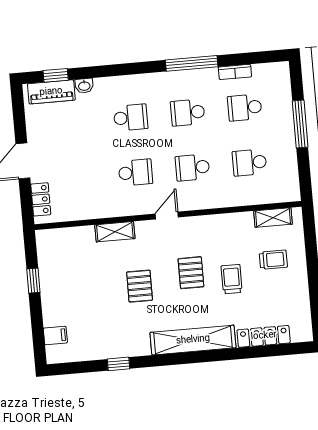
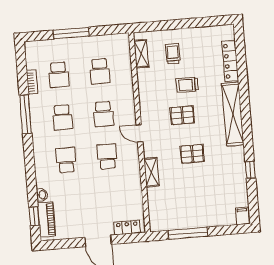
window: (33, 281) -> (188, 233), width x2.17
filing cabinet: (55, 335) -> (242, 216), moved

